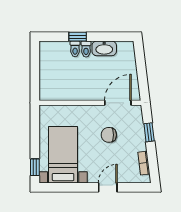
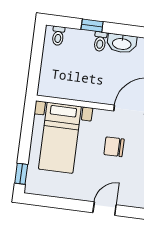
toilet: (75, 49) -> (58, 36), moved
bed with nightstands: (63, 155) -> (60, 138), moved, turned 180

